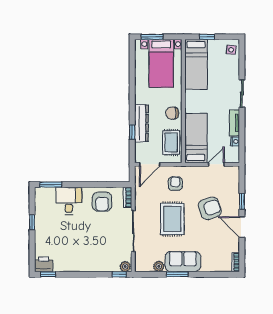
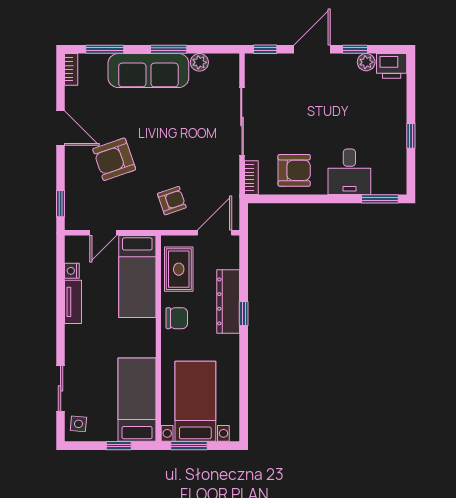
window: (152, 37) -> (189, 446), moved
sliding door: (242, 94) -> (61, 388), moved
window: (132, 132) -> (244, 314), moved
armchair: (175, 184) -> (172, 201), turned -109
window: (242, 201) -> (61, 204), moved
armchair: (102, 202) -> (294, 170), turned 90
rug: (172, 219) -> (177, 141), removed
sofa: (183, 261) -> (148, 71), width x1.36
plant: (125, 267) -> (366, 62), moved
window: (48, 274) -> (355, 49), moved
door: (91, 274) -> (312, 49), added
window: (215, 274) -> (105, 49), added

